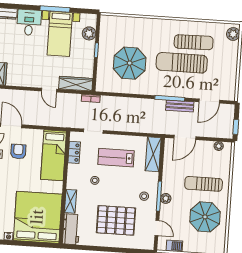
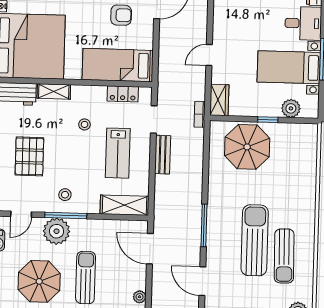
parasol: (130, 63) -> (247, 147), moved
wardrobe: (76, 84) -> (219, 100), width x0.67
bench: (180, 106) -> (163, 155), moved
lab bench: (116, 158) -> (118, 153), turned 180
plant: (166, 198) -> (57, 231), width x1.88, depth x1.88
pallet: (116, 220) -> (29, 156), width x0.73, depth x0.71

